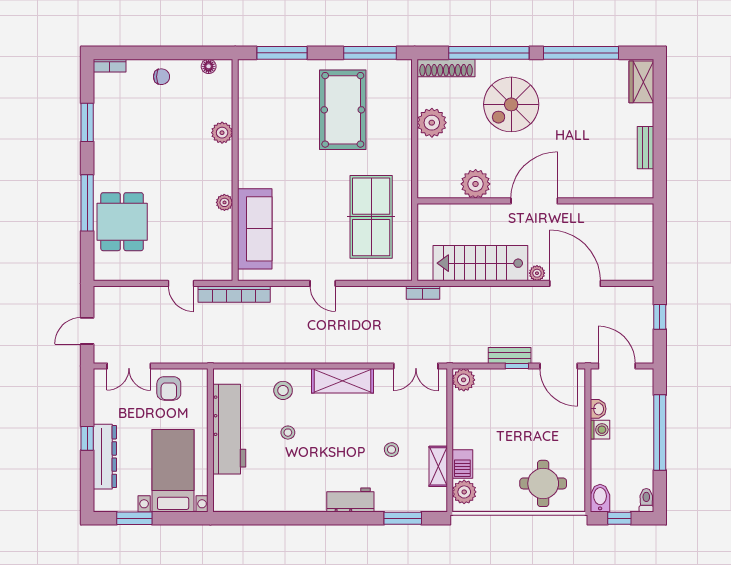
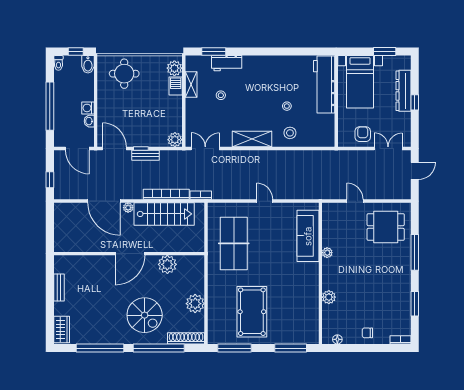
spiral stairs: (511, 104) -> (145, 315), turned 90
dining table: (122, 222) -> (386, 227), moved, turned 90
bookcase: (234, 294) -> (166, 194), moved
workbench: (229, 429) -> (324, 84), moved
workbench: (350, 500) -> (227, 63), moved

